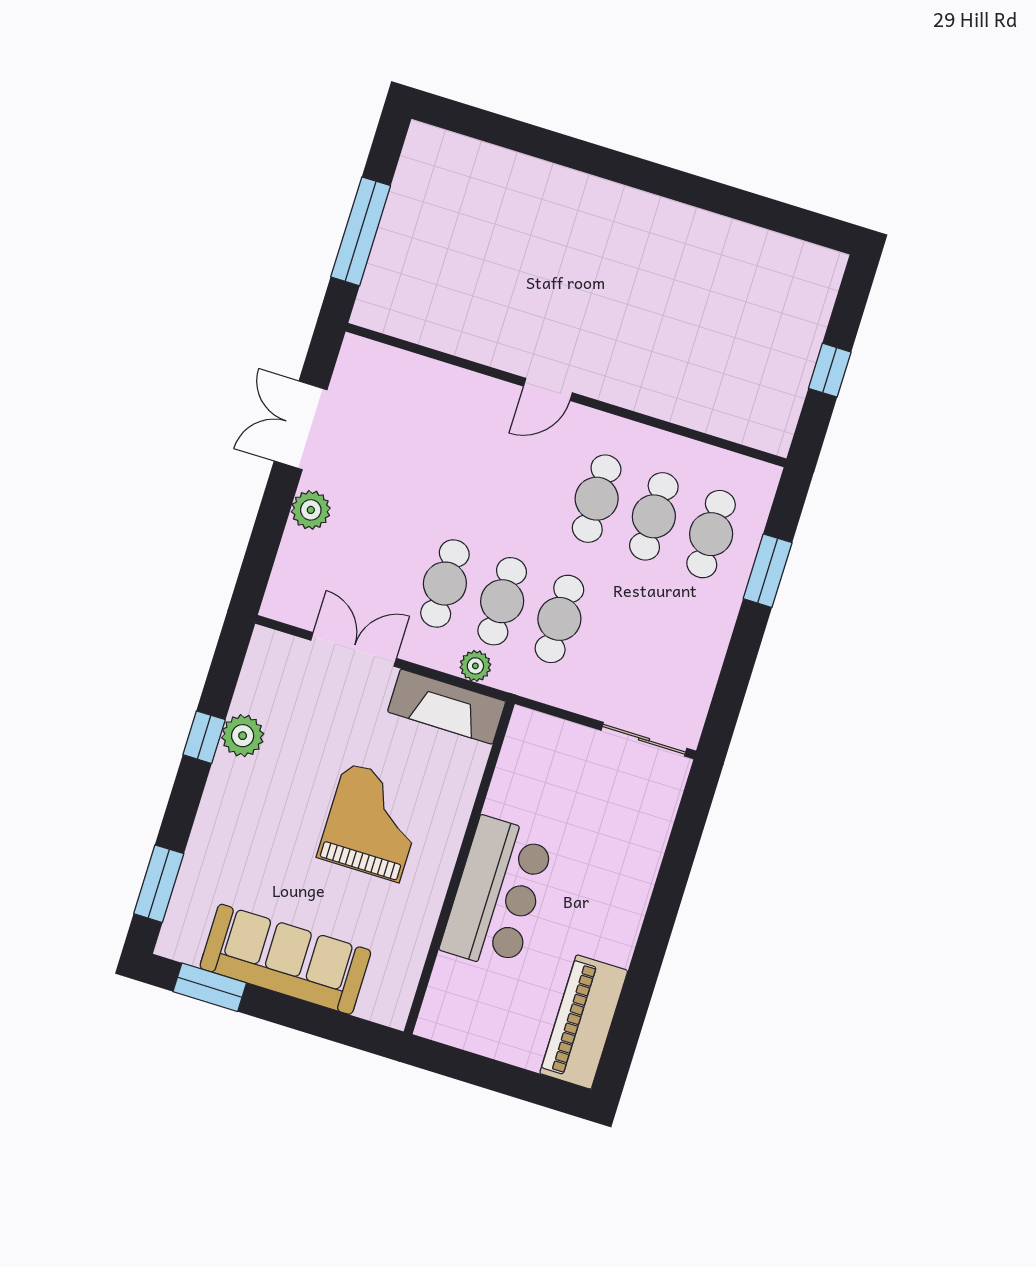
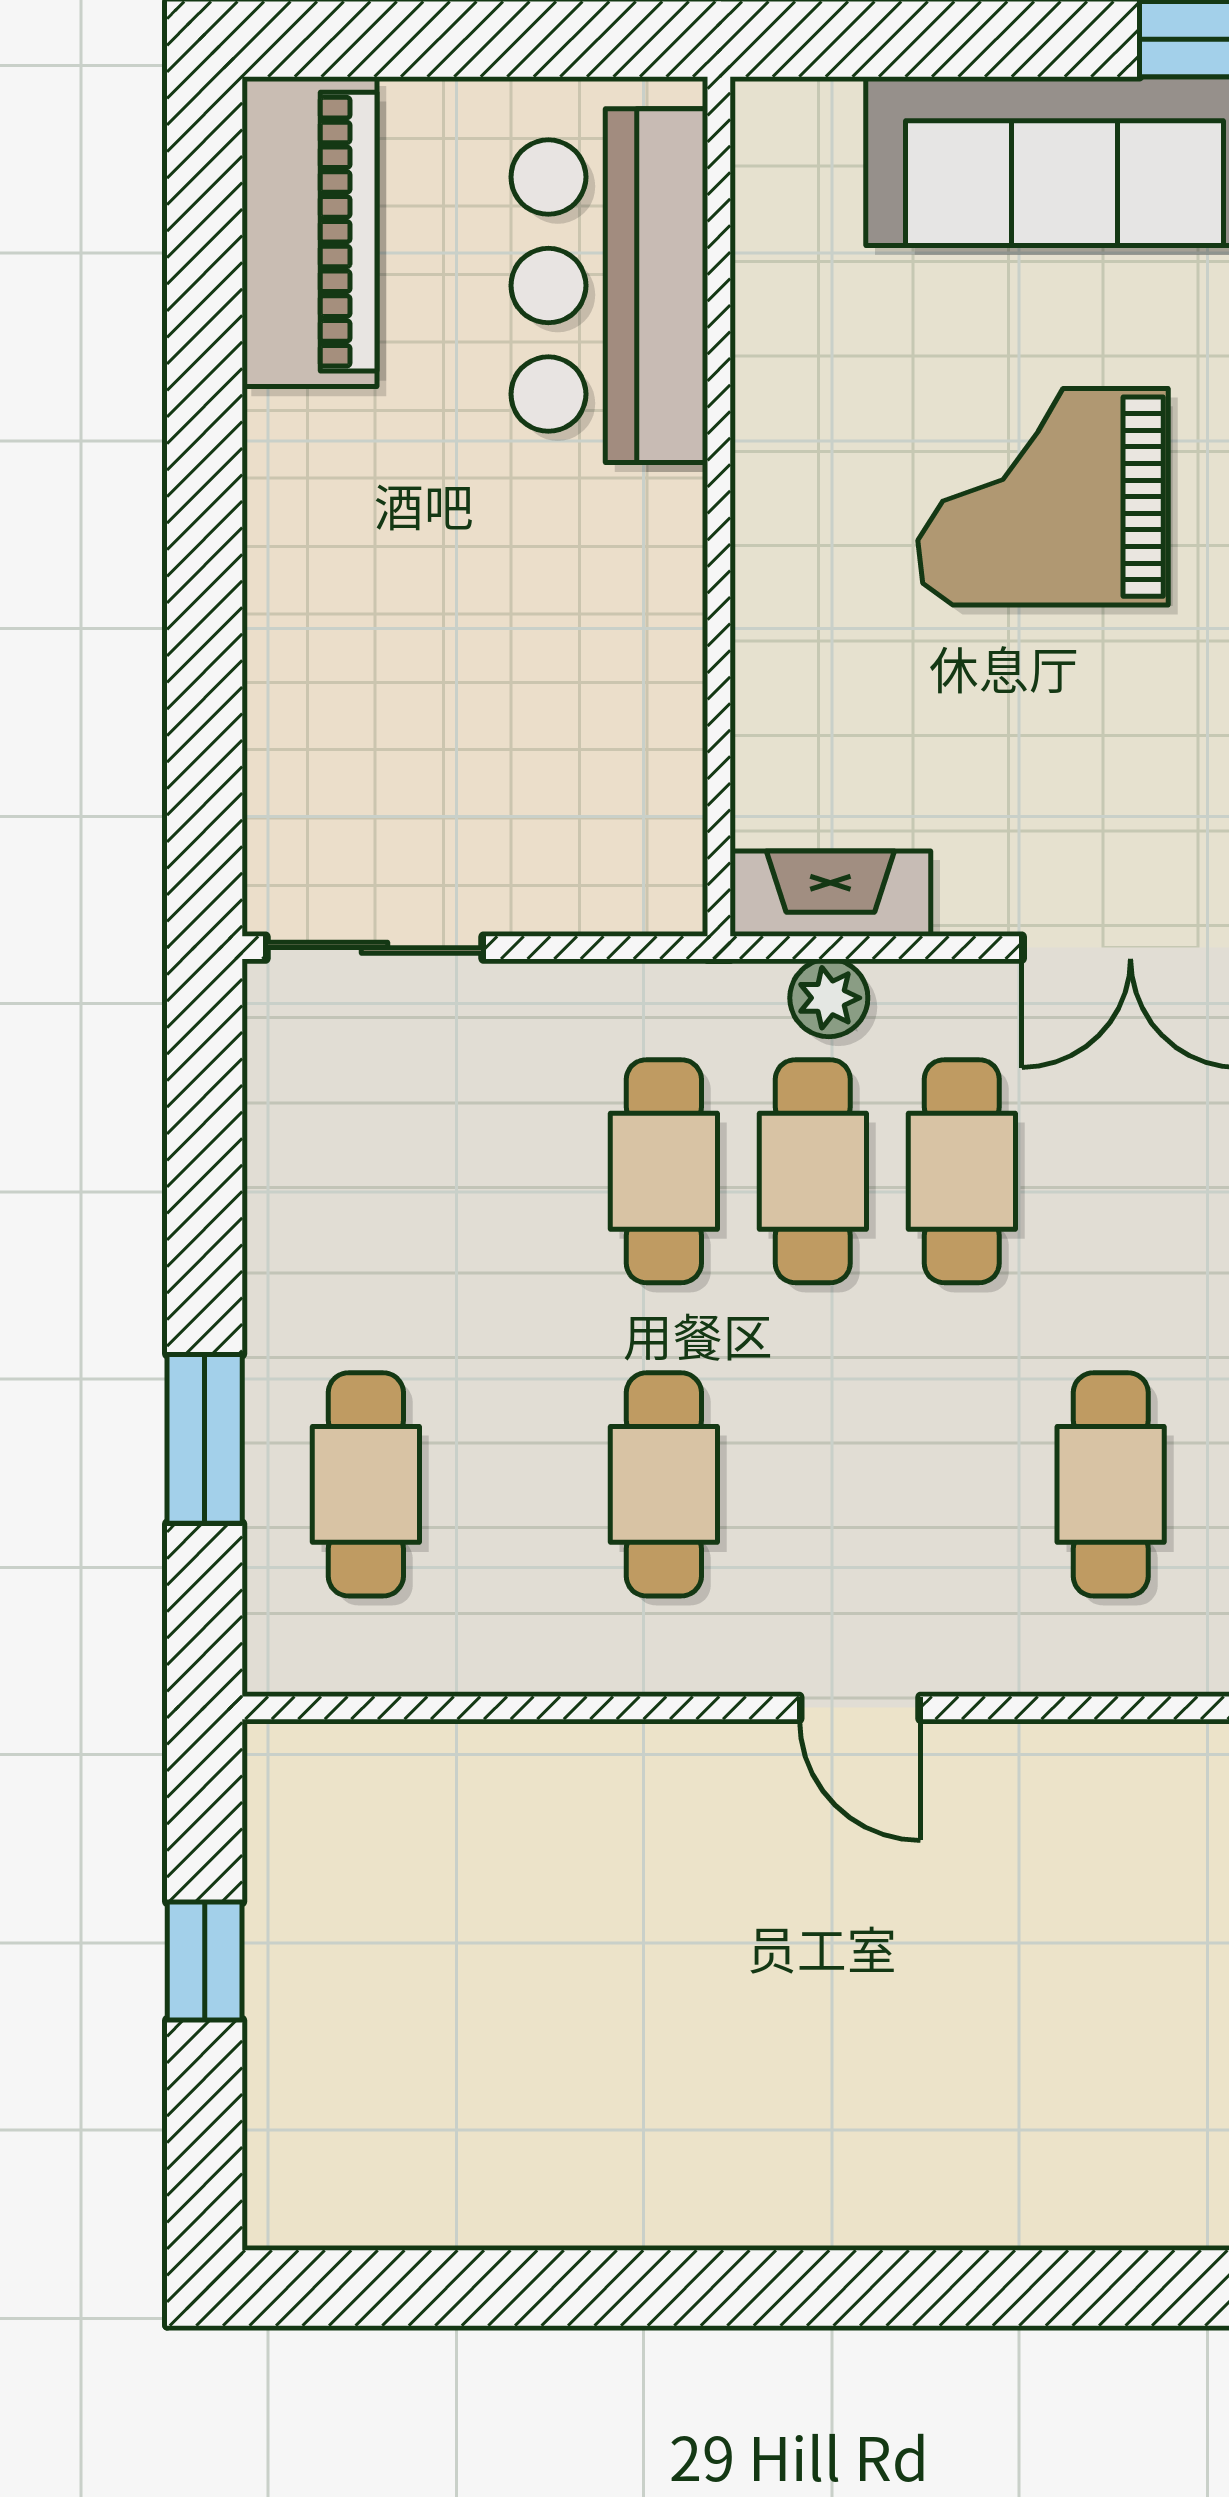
door: (548, 389) -> (860, 1708), swing flipped
cafe table: (654, 516) -> (1111, 1484), moved
fireplace: (447, 707) -> (830, 894), width x0.73, depth x0.76
grand piano: (372, 822) -> (1043, 497), moved, turned 90
bar counter: (497, 894) -> (609, 286), moved

